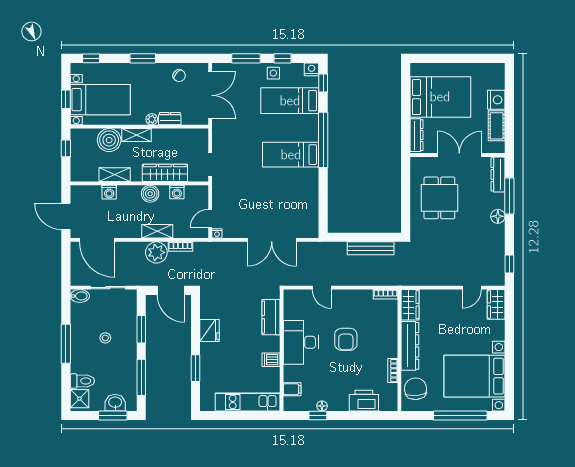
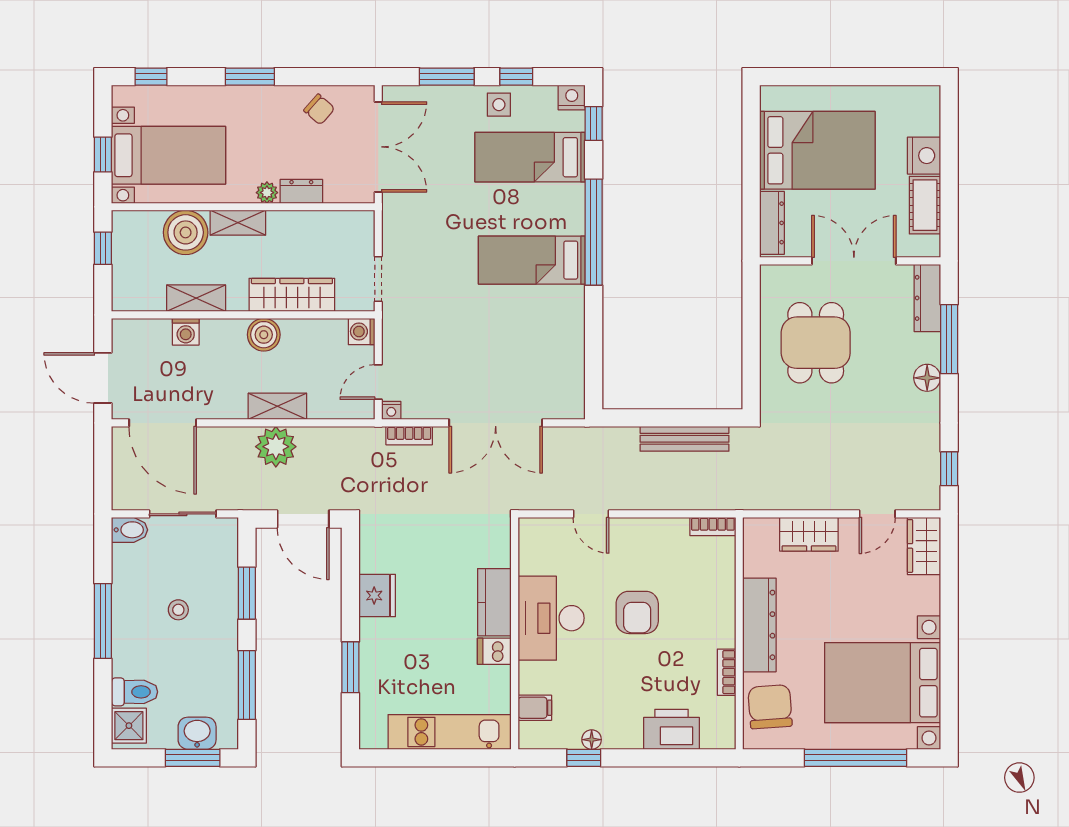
washing machine: (177, 192) -> (362, 331), moved, turned 90
bookcase: (180, 247) -> (409, 436), moved
wardrobe: (410, 305) -> (809, 534), moved, turned 90
kitchen counter: (271, 317) -> (494, 602), moved

